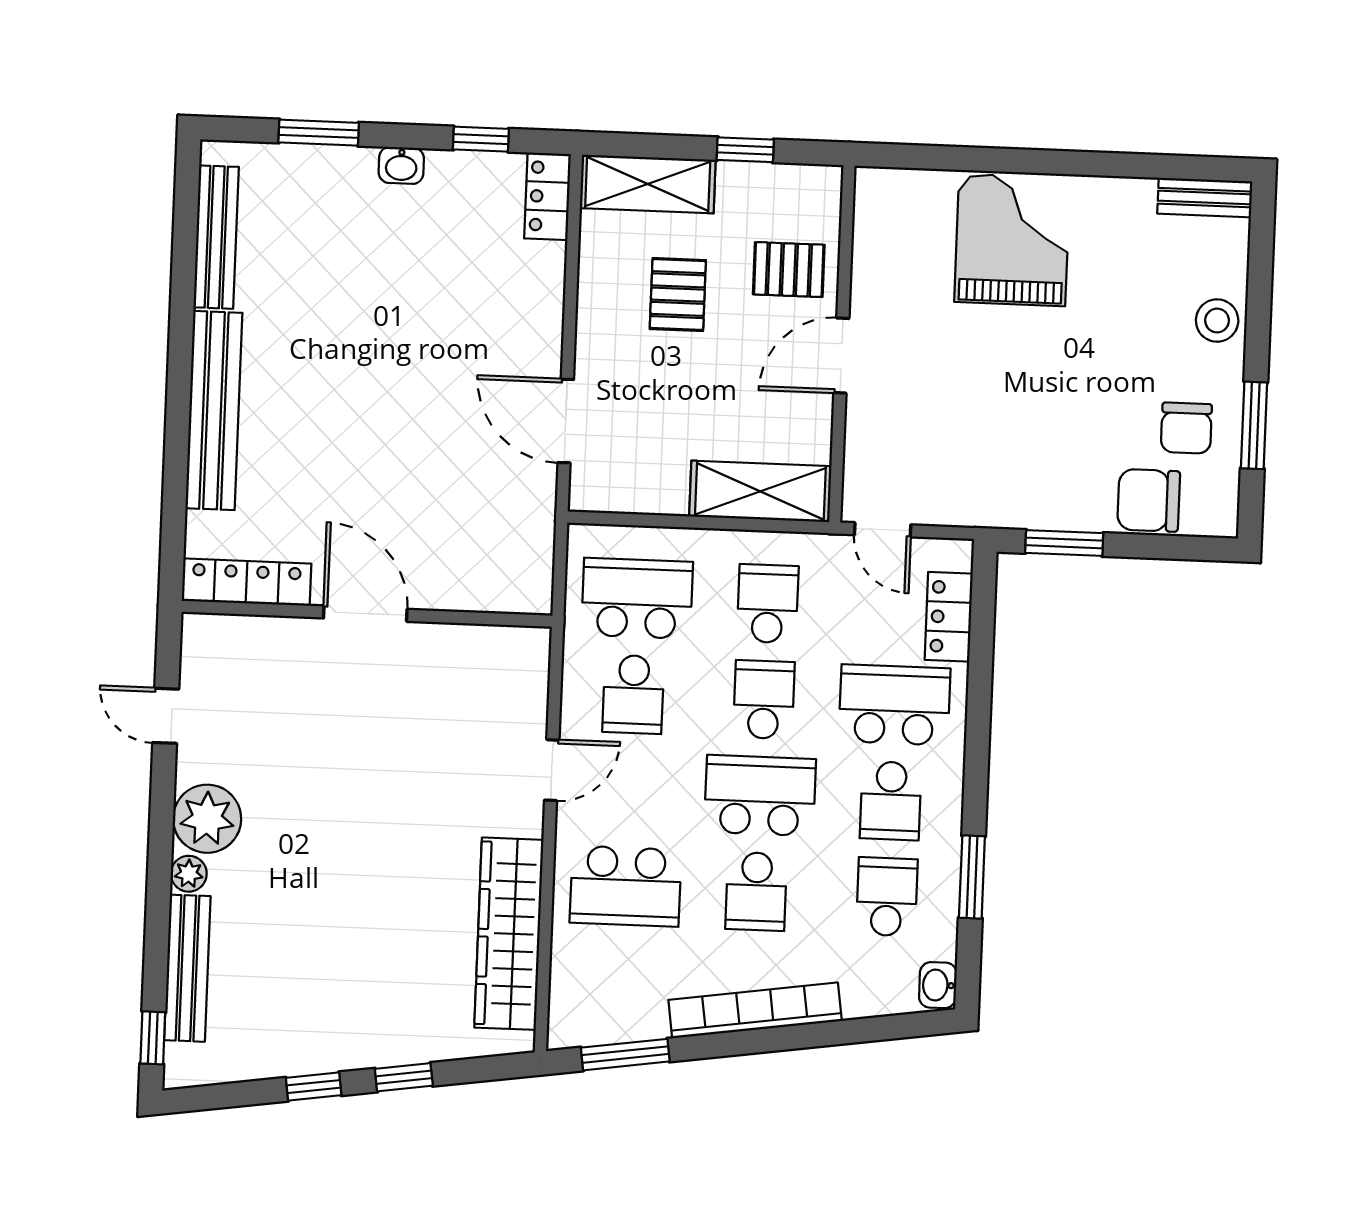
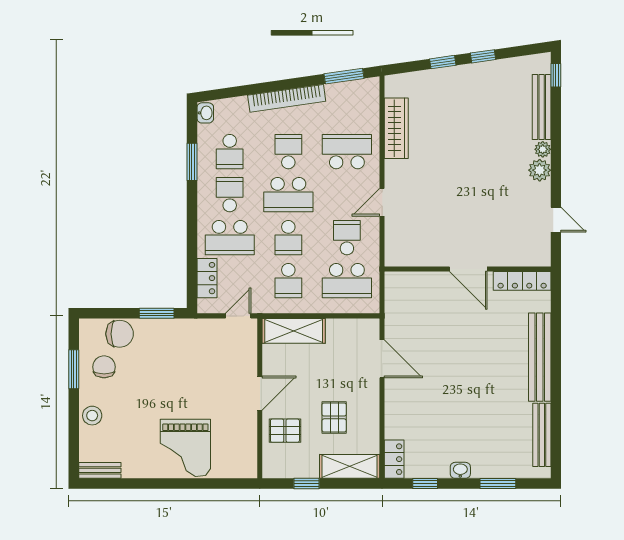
door: (883, 530) -> (238, 316), hinge flipped
plant: (207, 819) -> (540, 170), width x0.73, depth x0.73
wardrobe: (509, 934) -> (396, 128), width x0.71, depth x0.85

